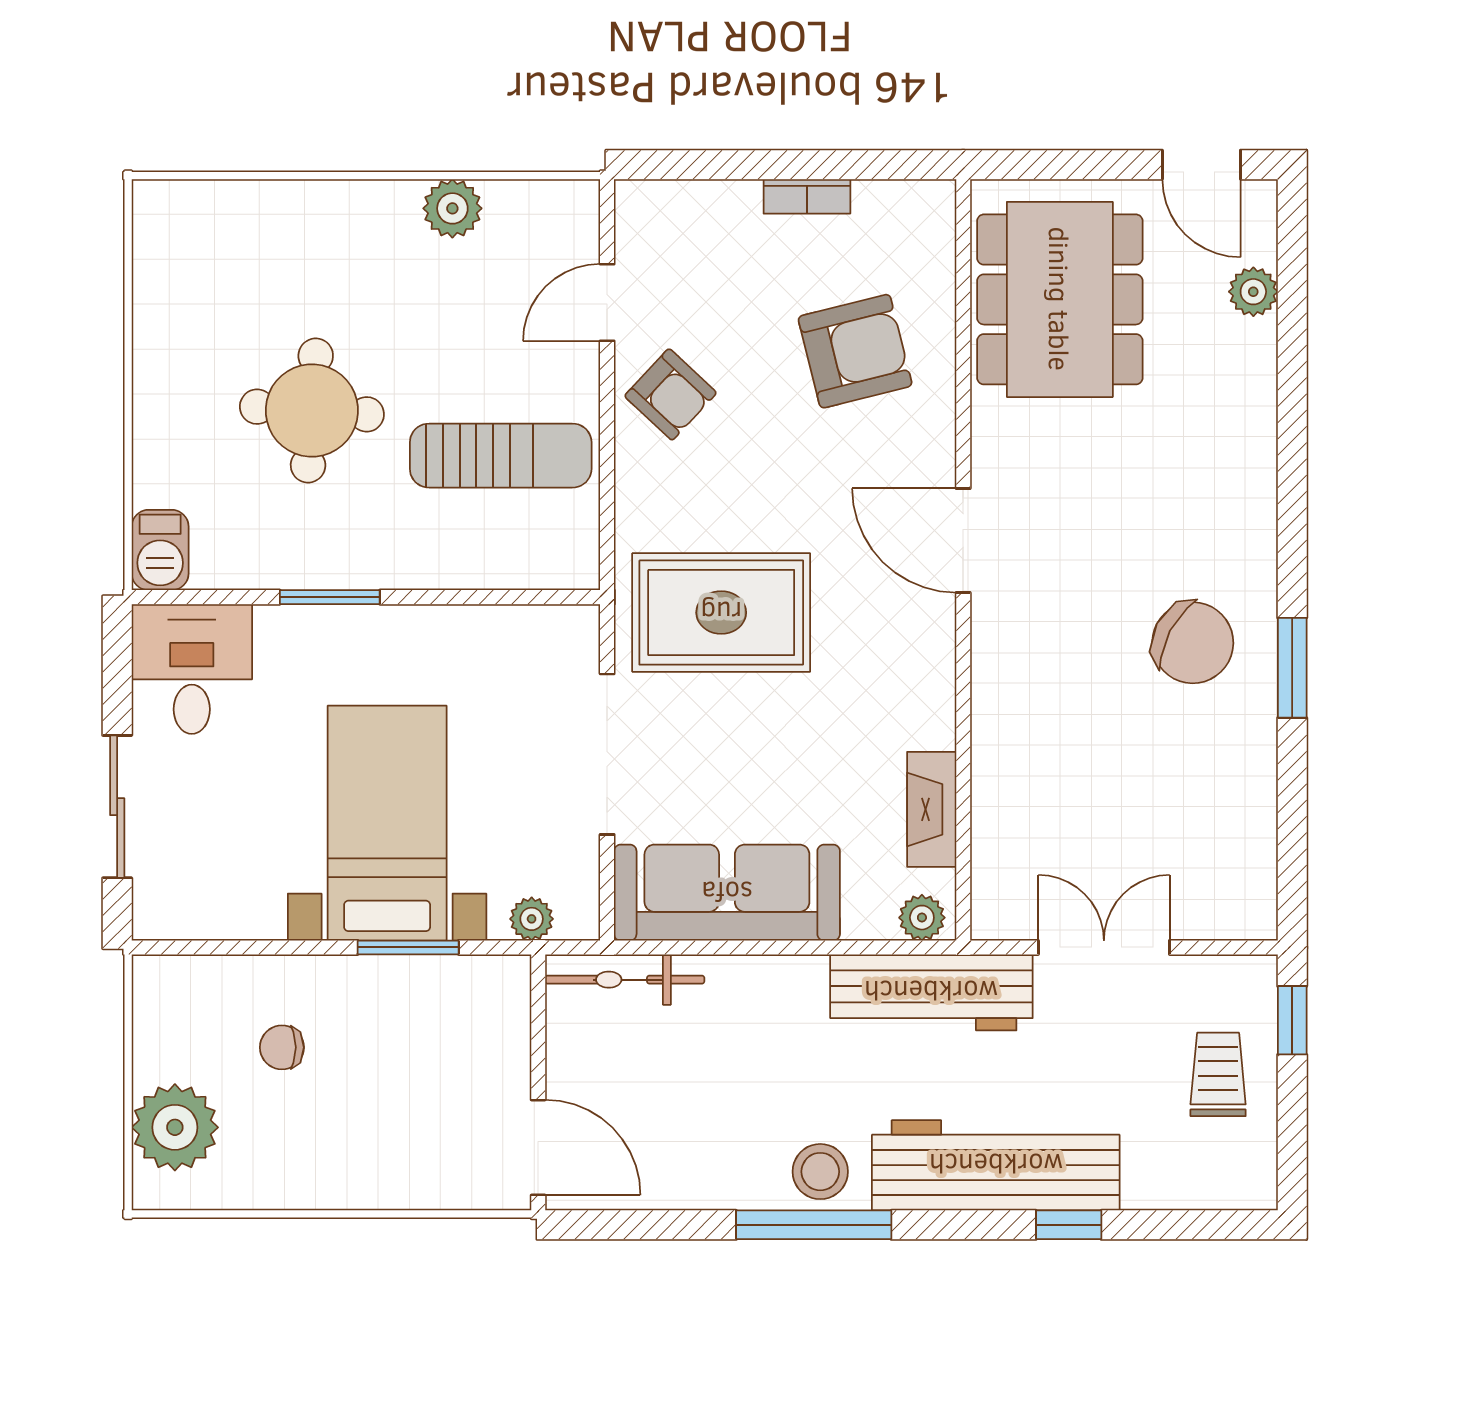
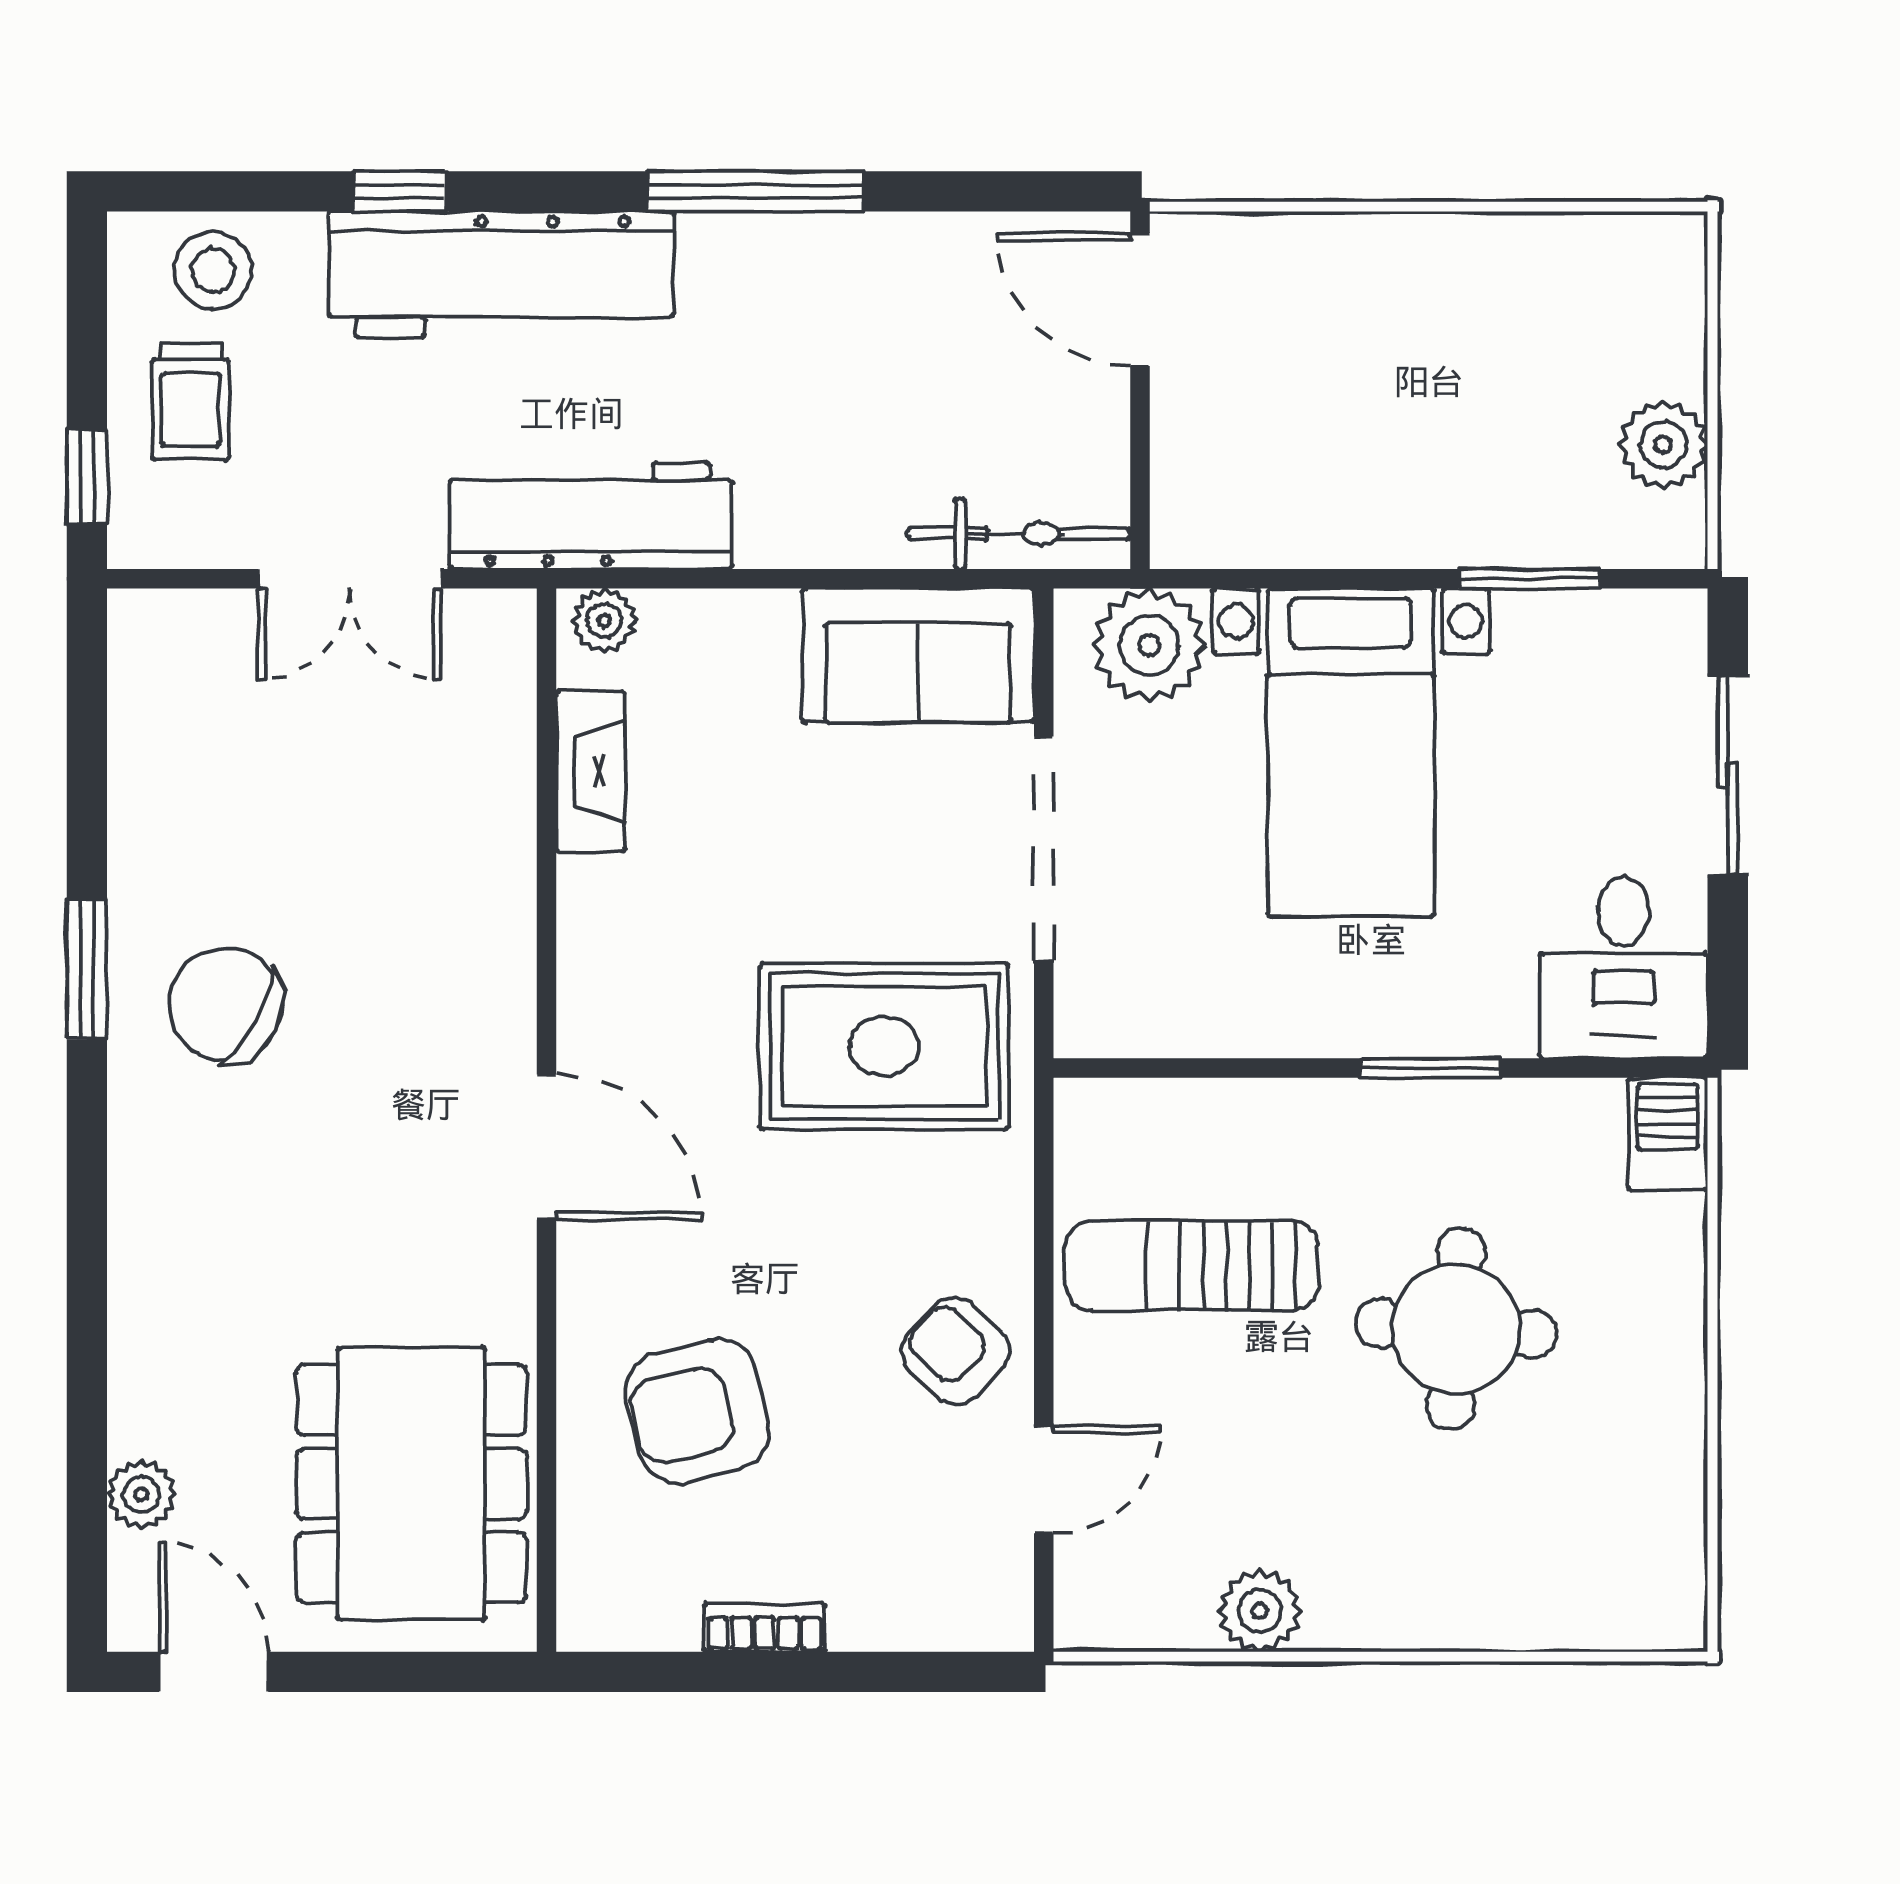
sofa: (727, 893) -> (918, 655), width x0.73
plant: (532, 919) -> (1149, 645), width x1.87, depth x1.87
window: (408, 947) -> (1529, 579), moved
chair: (282, 1047) -> (1498, 439), removed
plant: (175, 1127) -> (1663, 445), moved, width x0.73, depth x0.73
stool: (820, 1172) -> (213, 270), moved

